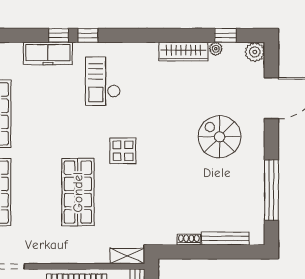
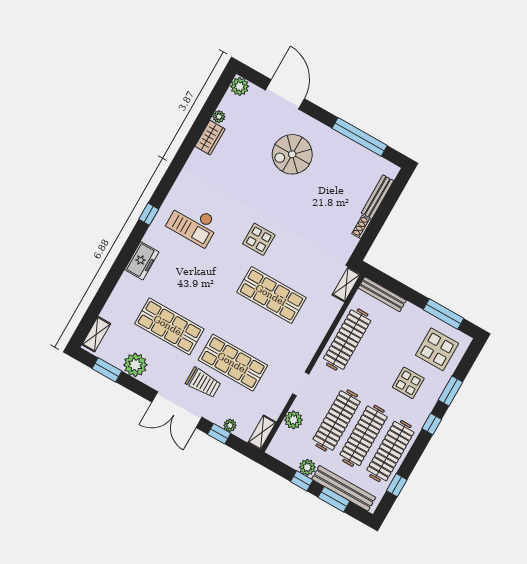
window: (59, 35) -> (135, 238), removed
window: (225, 35) -> (213, 103), removed
wardrobe: (183, 52) -> (210, 138), width x0.67
freezer: (48, 53) -> (142, 261), width x0.71

